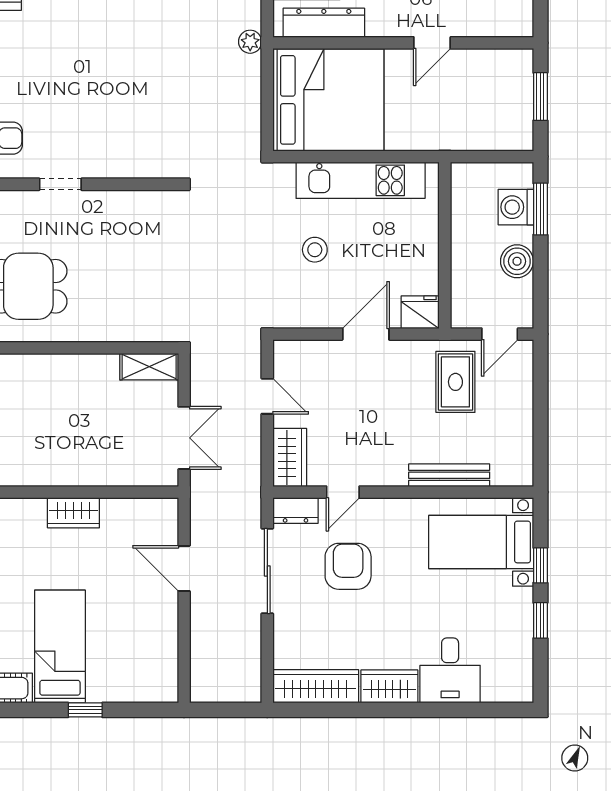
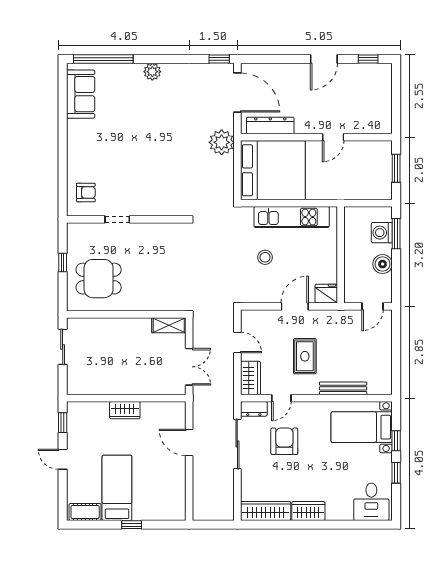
plant: (250, 42) -> (222, 142), width x1.87, depth x1.87
rug: (455, 382) -> (305, 356), moved
desk: (450, 670) -> (371, 502), moved

